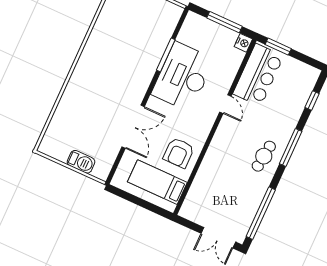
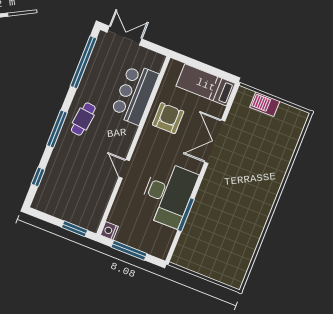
bar counter: (258, 75) -> (135, 94), moved
bed: (157, 182) -> (206, 85), moved, turned 180

